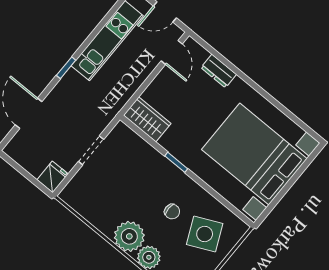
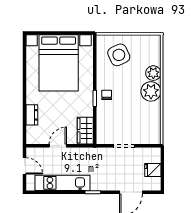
door: (172, 52) -> (58, 146), moved
fridge: (53, 177) -> (153, 170), moved
chair: (172, 212) -> (107, 95), moved

